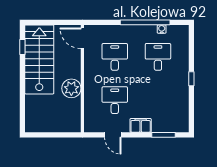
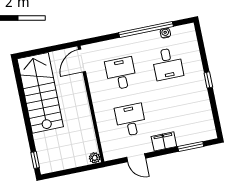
door: (82, 38) -> (82, 61), hinge flipped
window: (22, 47) -> (35, 160), moved
desk: (158, 57) -> (168, 64), turned 180
plant: (71, 88) -> (95, 158), moved, width x0.53, depth x0.53

